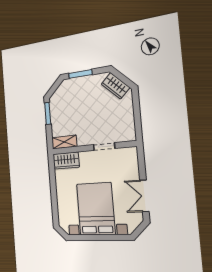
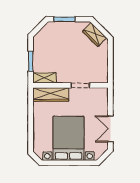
window: (48, 113) -> (31, 61), moved
wardrobe: (66, 161) -> (51, 94), width x1.50

